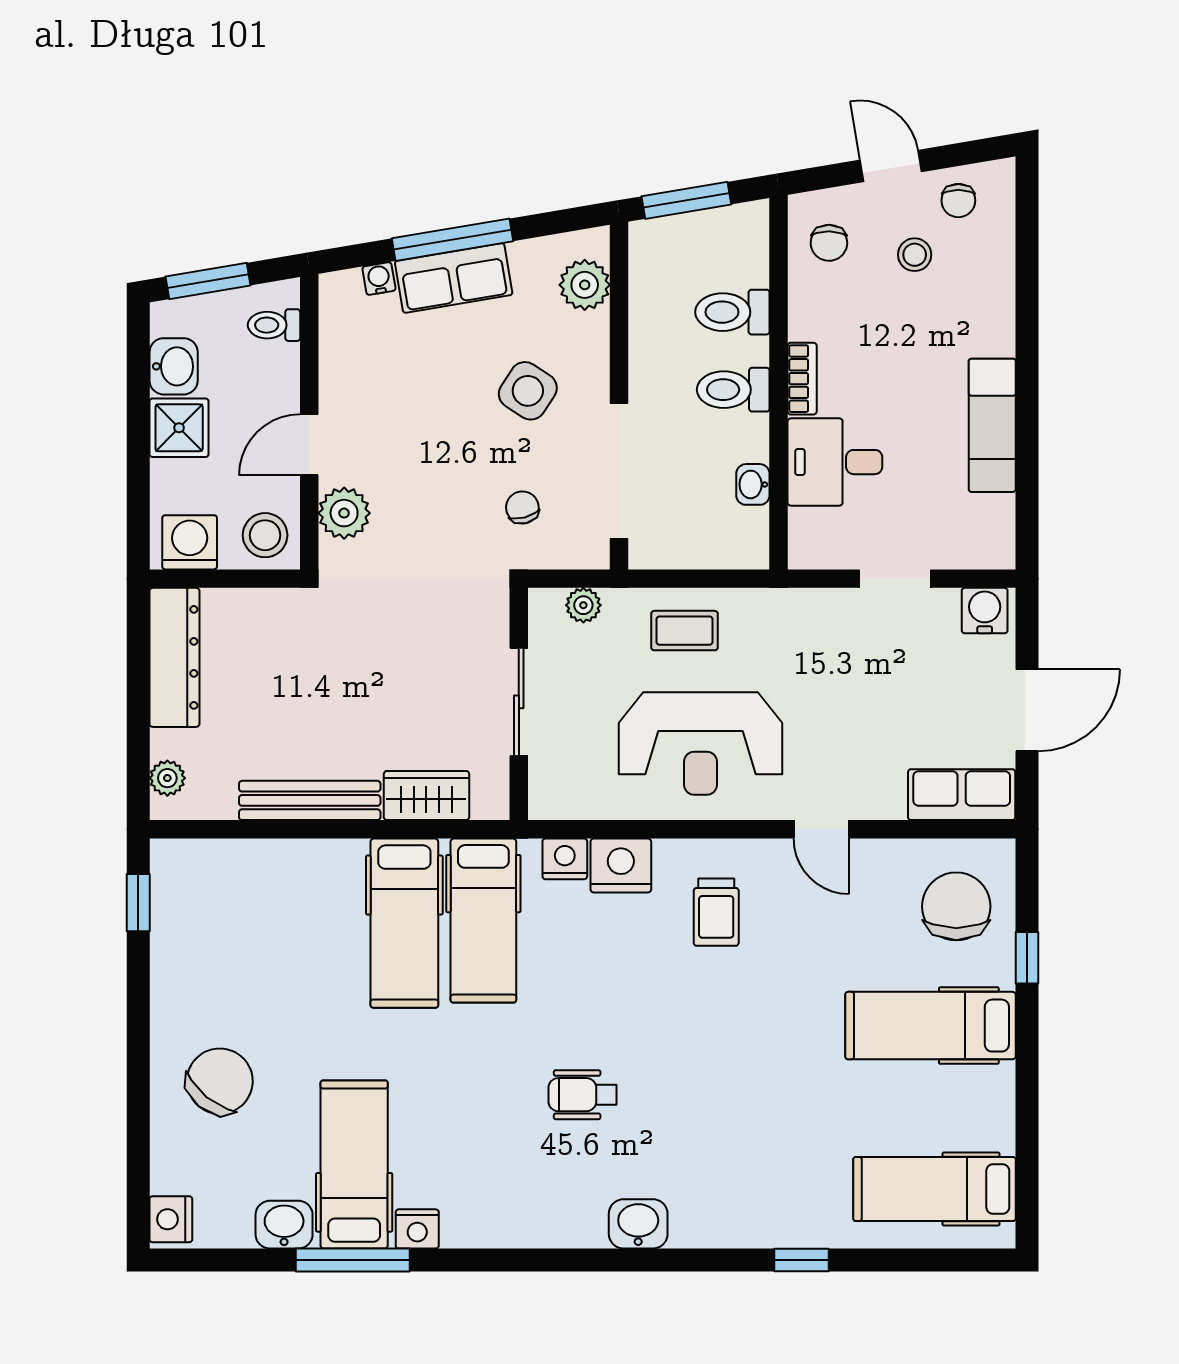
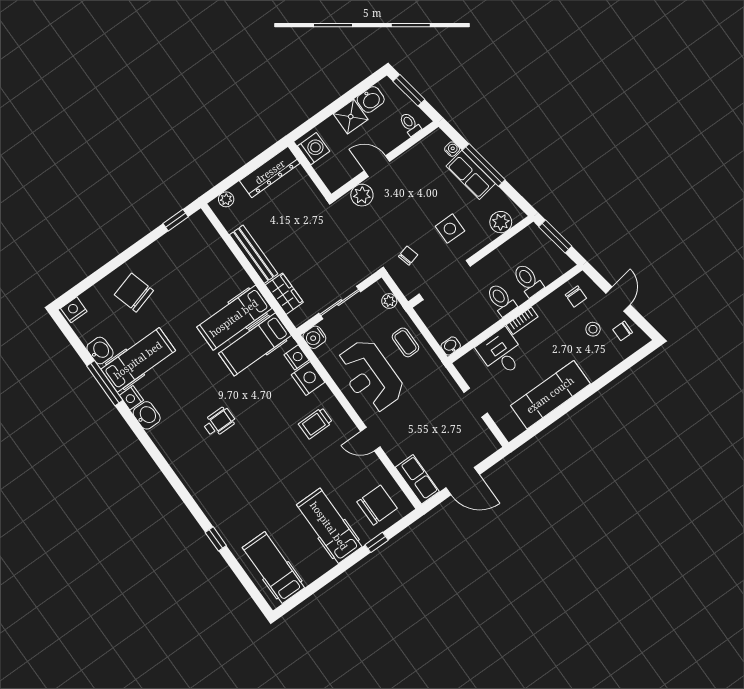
chair: (829, 243) -> (576, 297), turned -91
side table: (528, 391) -> (450, 229), turned -33
exam couch: (992, 425) -> (550, 395), width x1.36, depth x1.45
washbasin: (753, 484) -> (451, 346), moved
stool: (265, 535) -> (335, 173), removed
water cooler: (985, 611) -> (314, 337), moved, turned 180
door: (821, 829) -> (370, 439), hinge flipped
chair: (220, 1081) -> (134, 293), turned -145
wheelchair: (583, 1095) -> (219, 422), turned 90
washbasin: (638, 1224) -> (147, 415), moved

